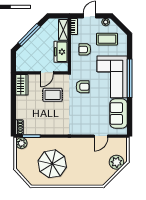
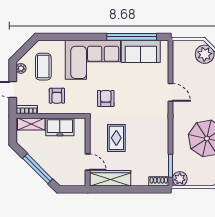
door: (47, 73) -> (88, 162), moved
window: (130, 78) -> (132, 37), moved
wardrobe: (22, 85) -> (110, 178), width x1.50
door: (101, 136) -> (170, 92), moved

